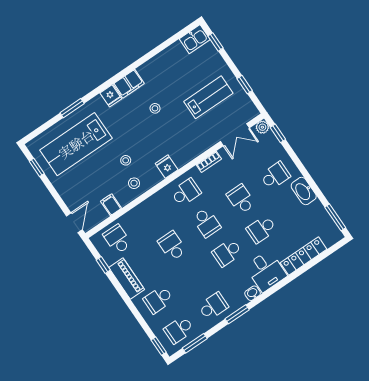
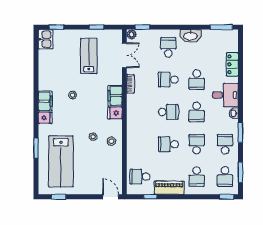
school desk: (186, 192) -> (197, 144), moved
filing cabinet: (111, 205) -> (115, 96), moved, width x2.00
locker: (304, 256) -> (232, 64), width x0.66

